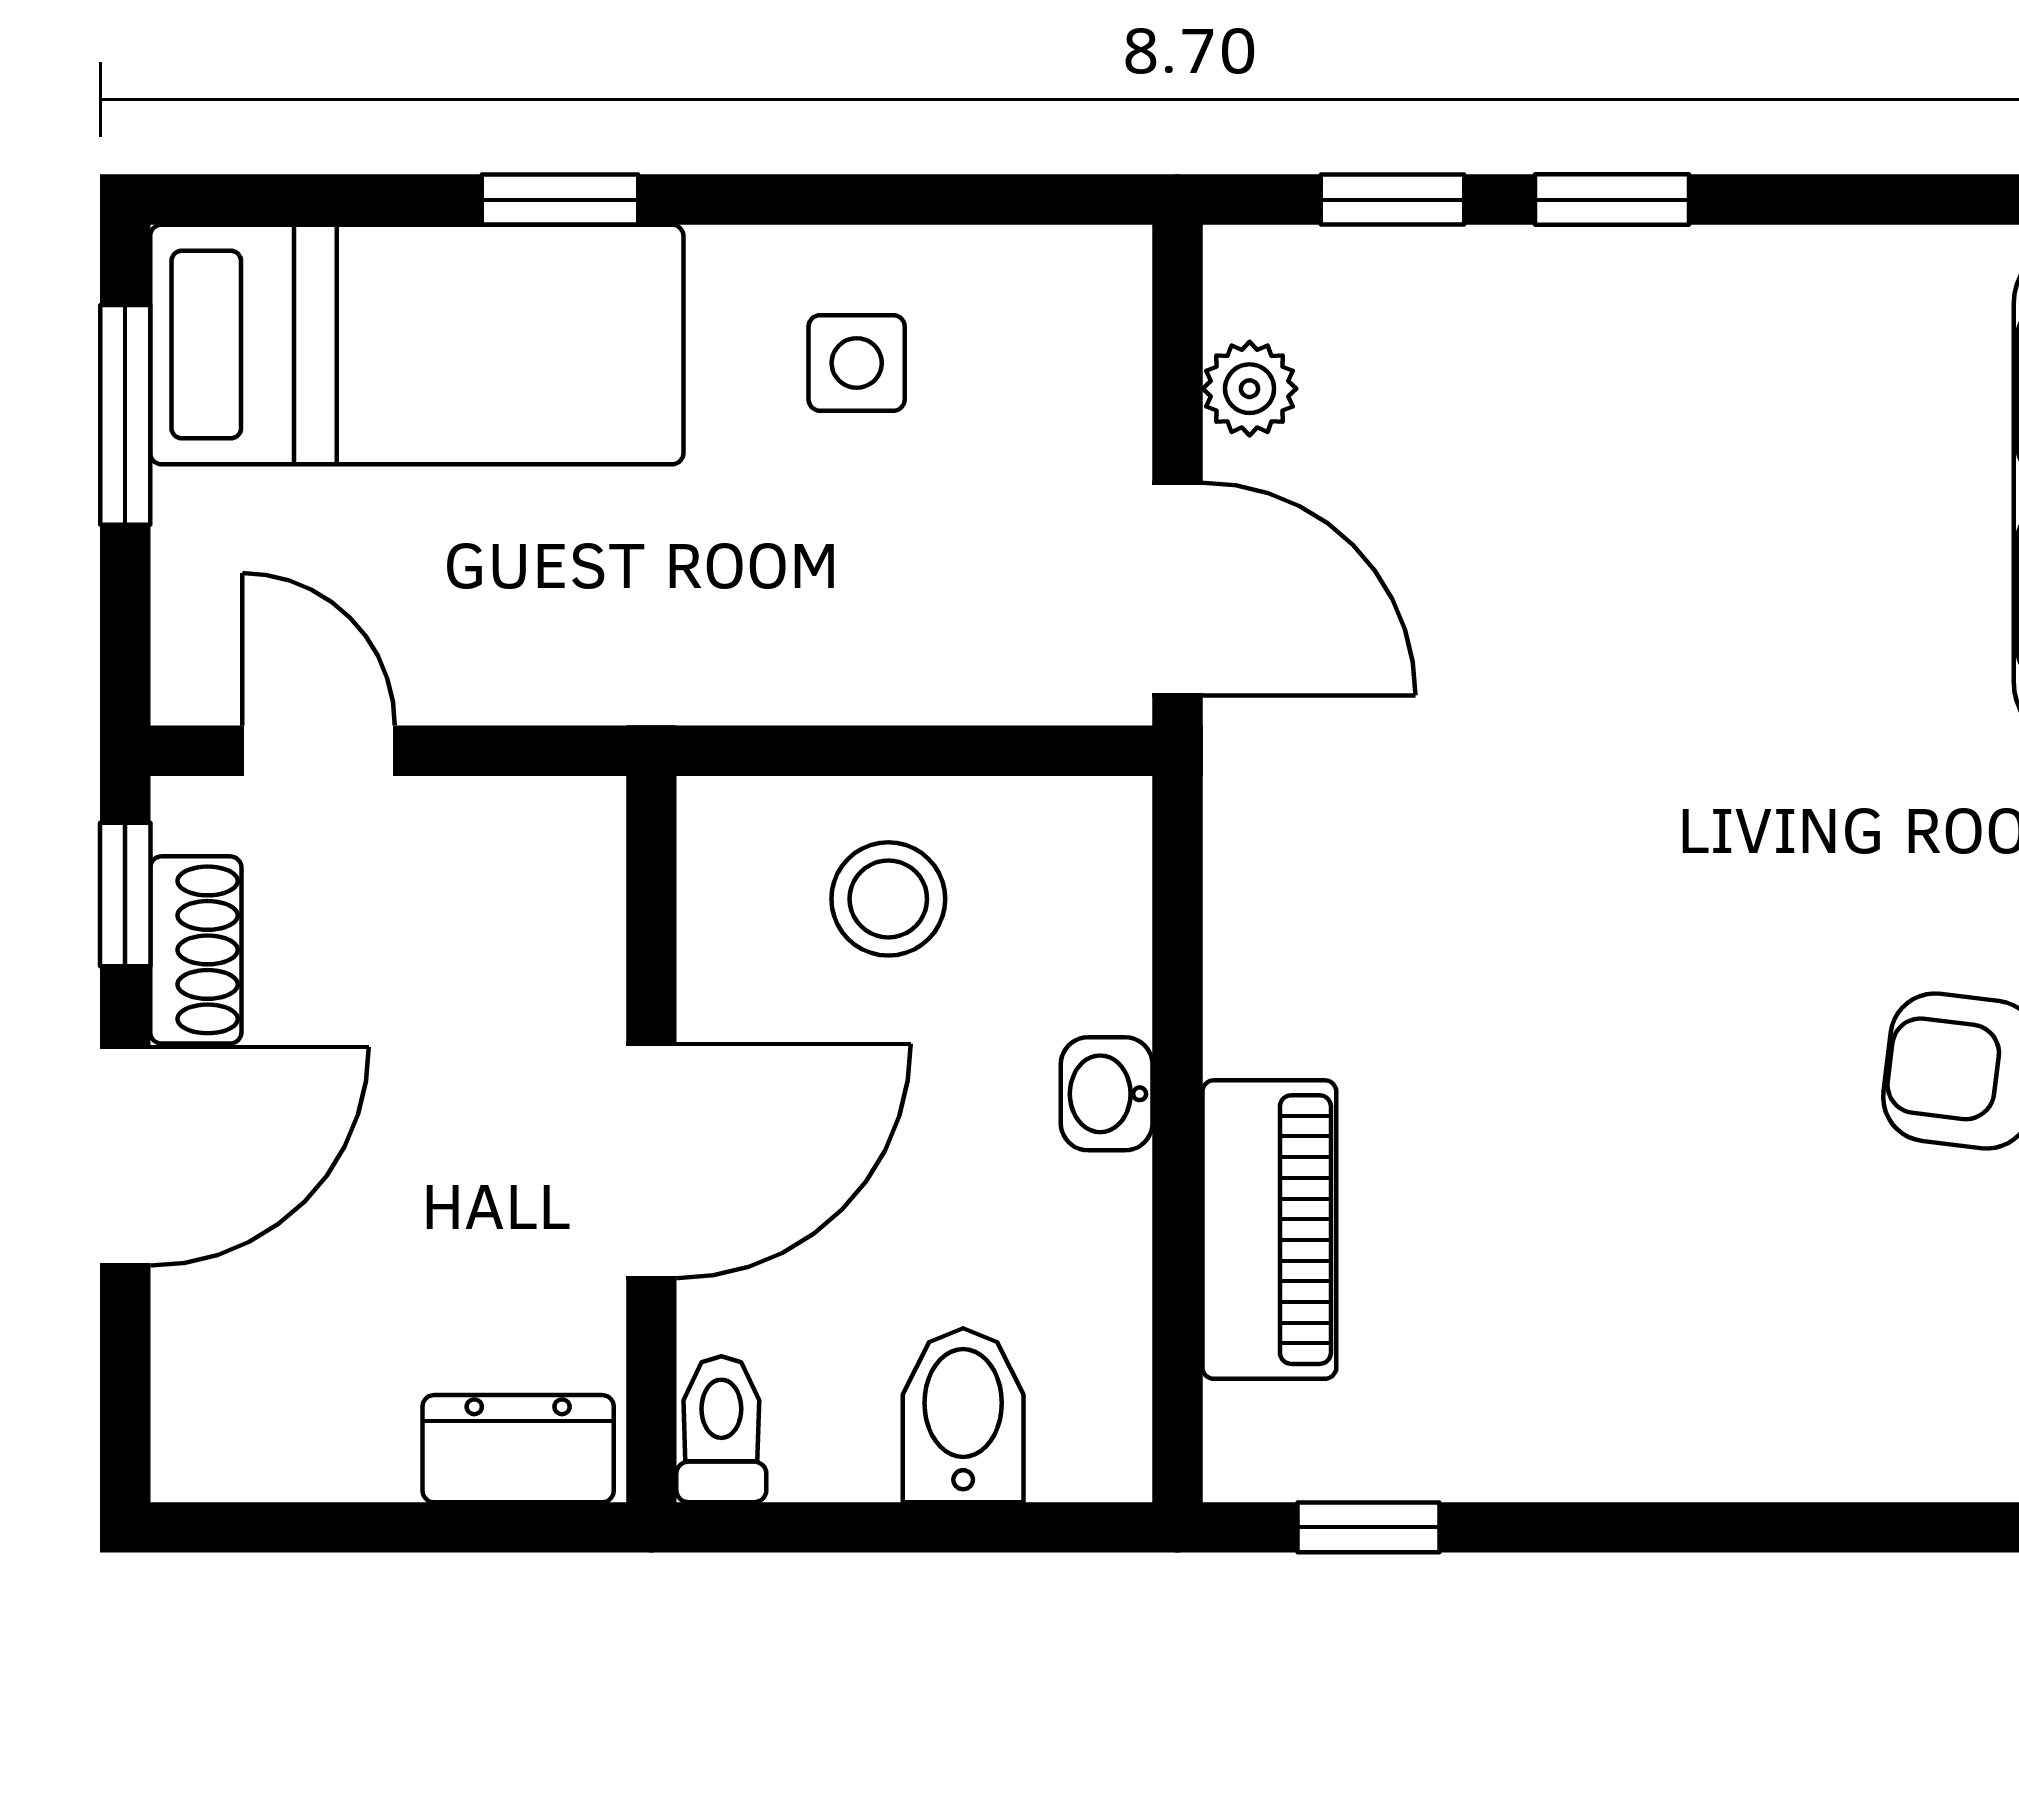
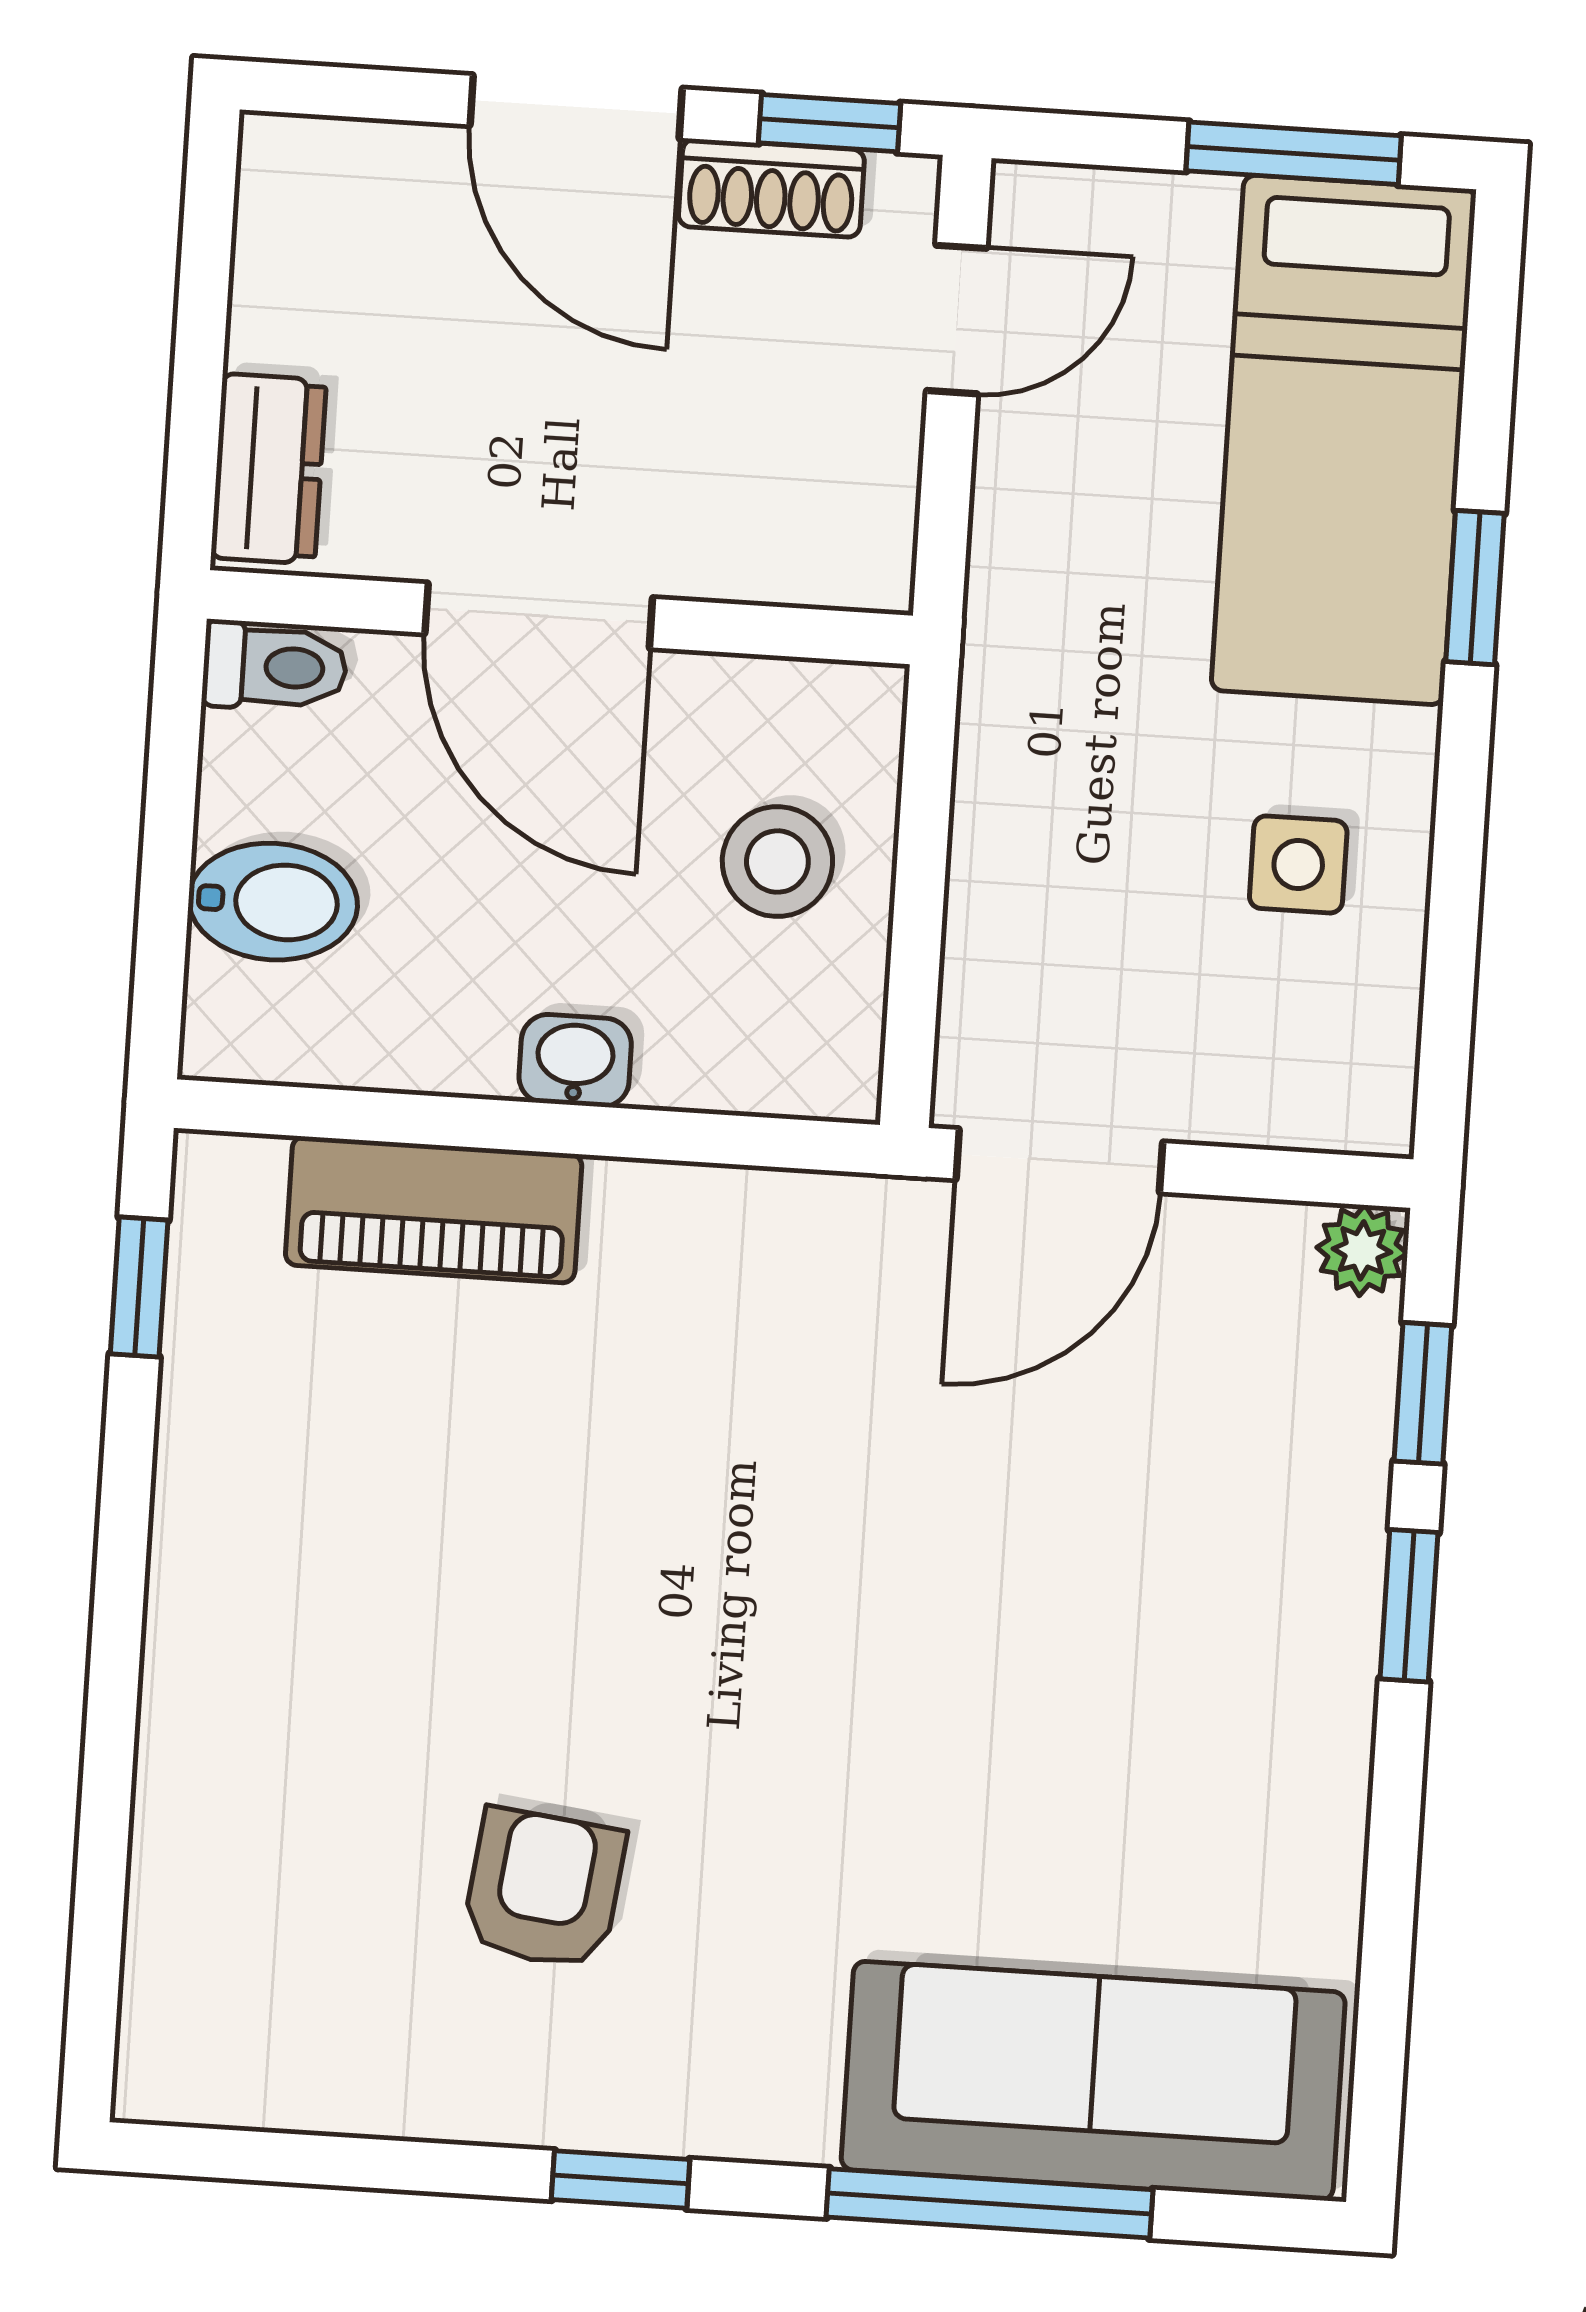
plant: (1250, 389) -> (1362, 1250), moved

